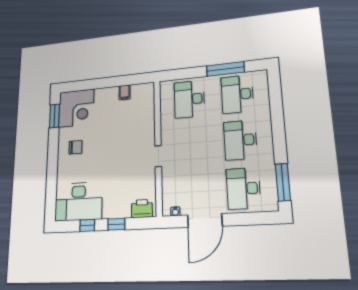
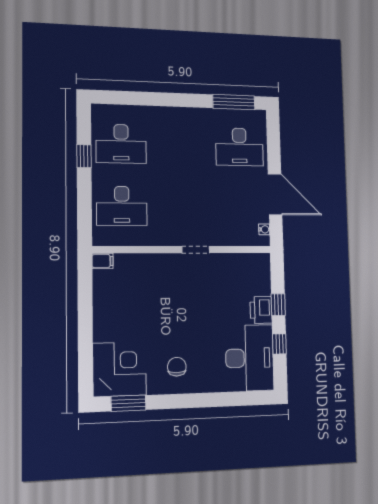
window: (225, 69) -> (84, 156), width x0.46
filing cabinet: (125, 92) -> (103, 261), moved
desk: (240, 140) -> (181, 145), removed
printer: (142, 209) -> (261, 310), moved

